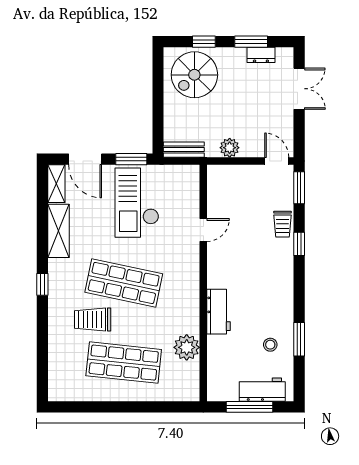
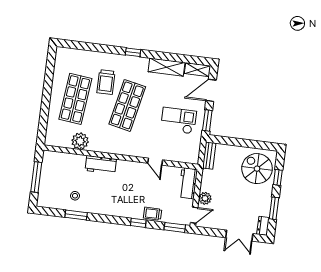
dresser: (261, 55) -> (263, 226), moved
plant: (230, 148) -> (205, 198), moved
checkout: (137, 203) -> (179, 121), width x0.73, depth x0.83
trolley: (93, 320) -> (106, 82), turned 180
workbench: (262, 390) -> (188, 183), moved, turned 180

